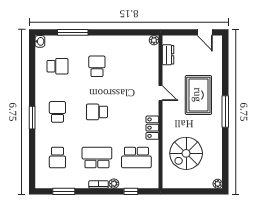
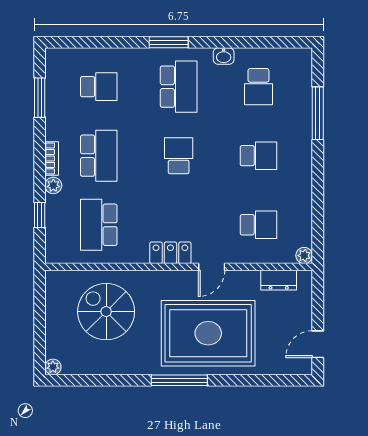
washbasin: (40, 41) -> (224, 56), moved
school desk: (136, 66) -> (258, 225), added
rug: (198, 95) -> (208, 333), width x1.37, depth x1.44
school desk: (57, 112) -> (179, 87), width x1.85
locker: (152, 128) -> (170, 253), moved
school desk: (57, 158) -> (99, 87), turned 180

